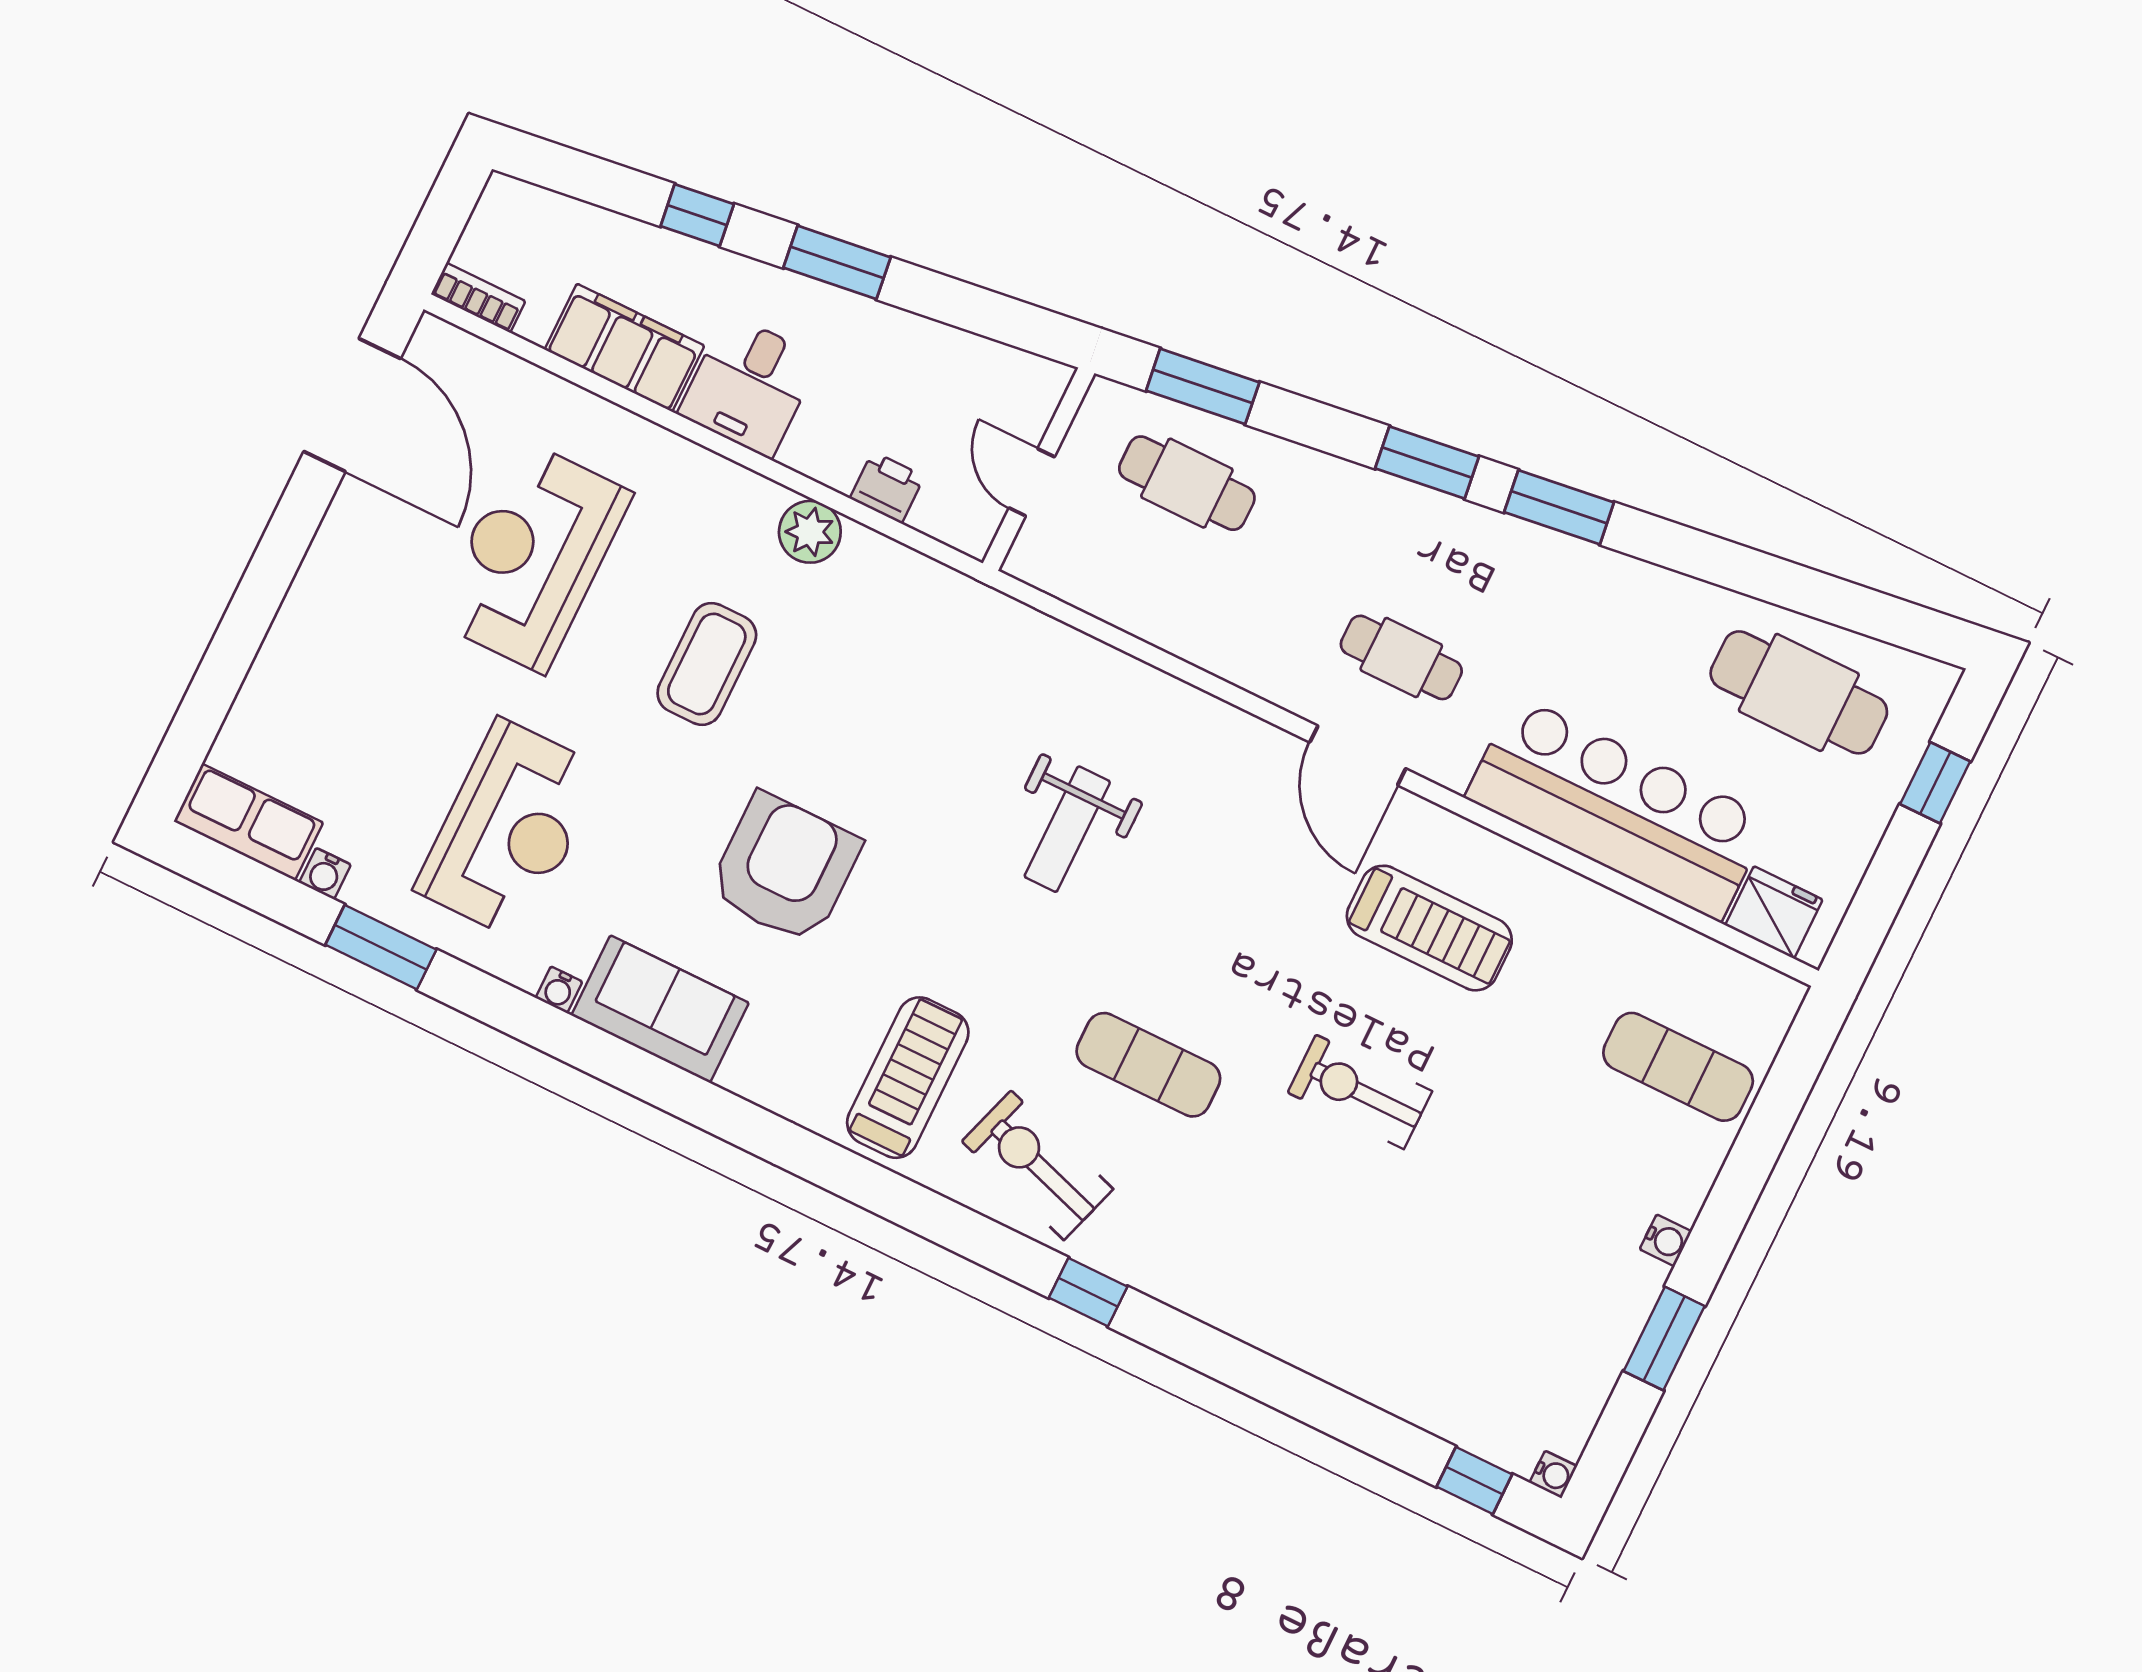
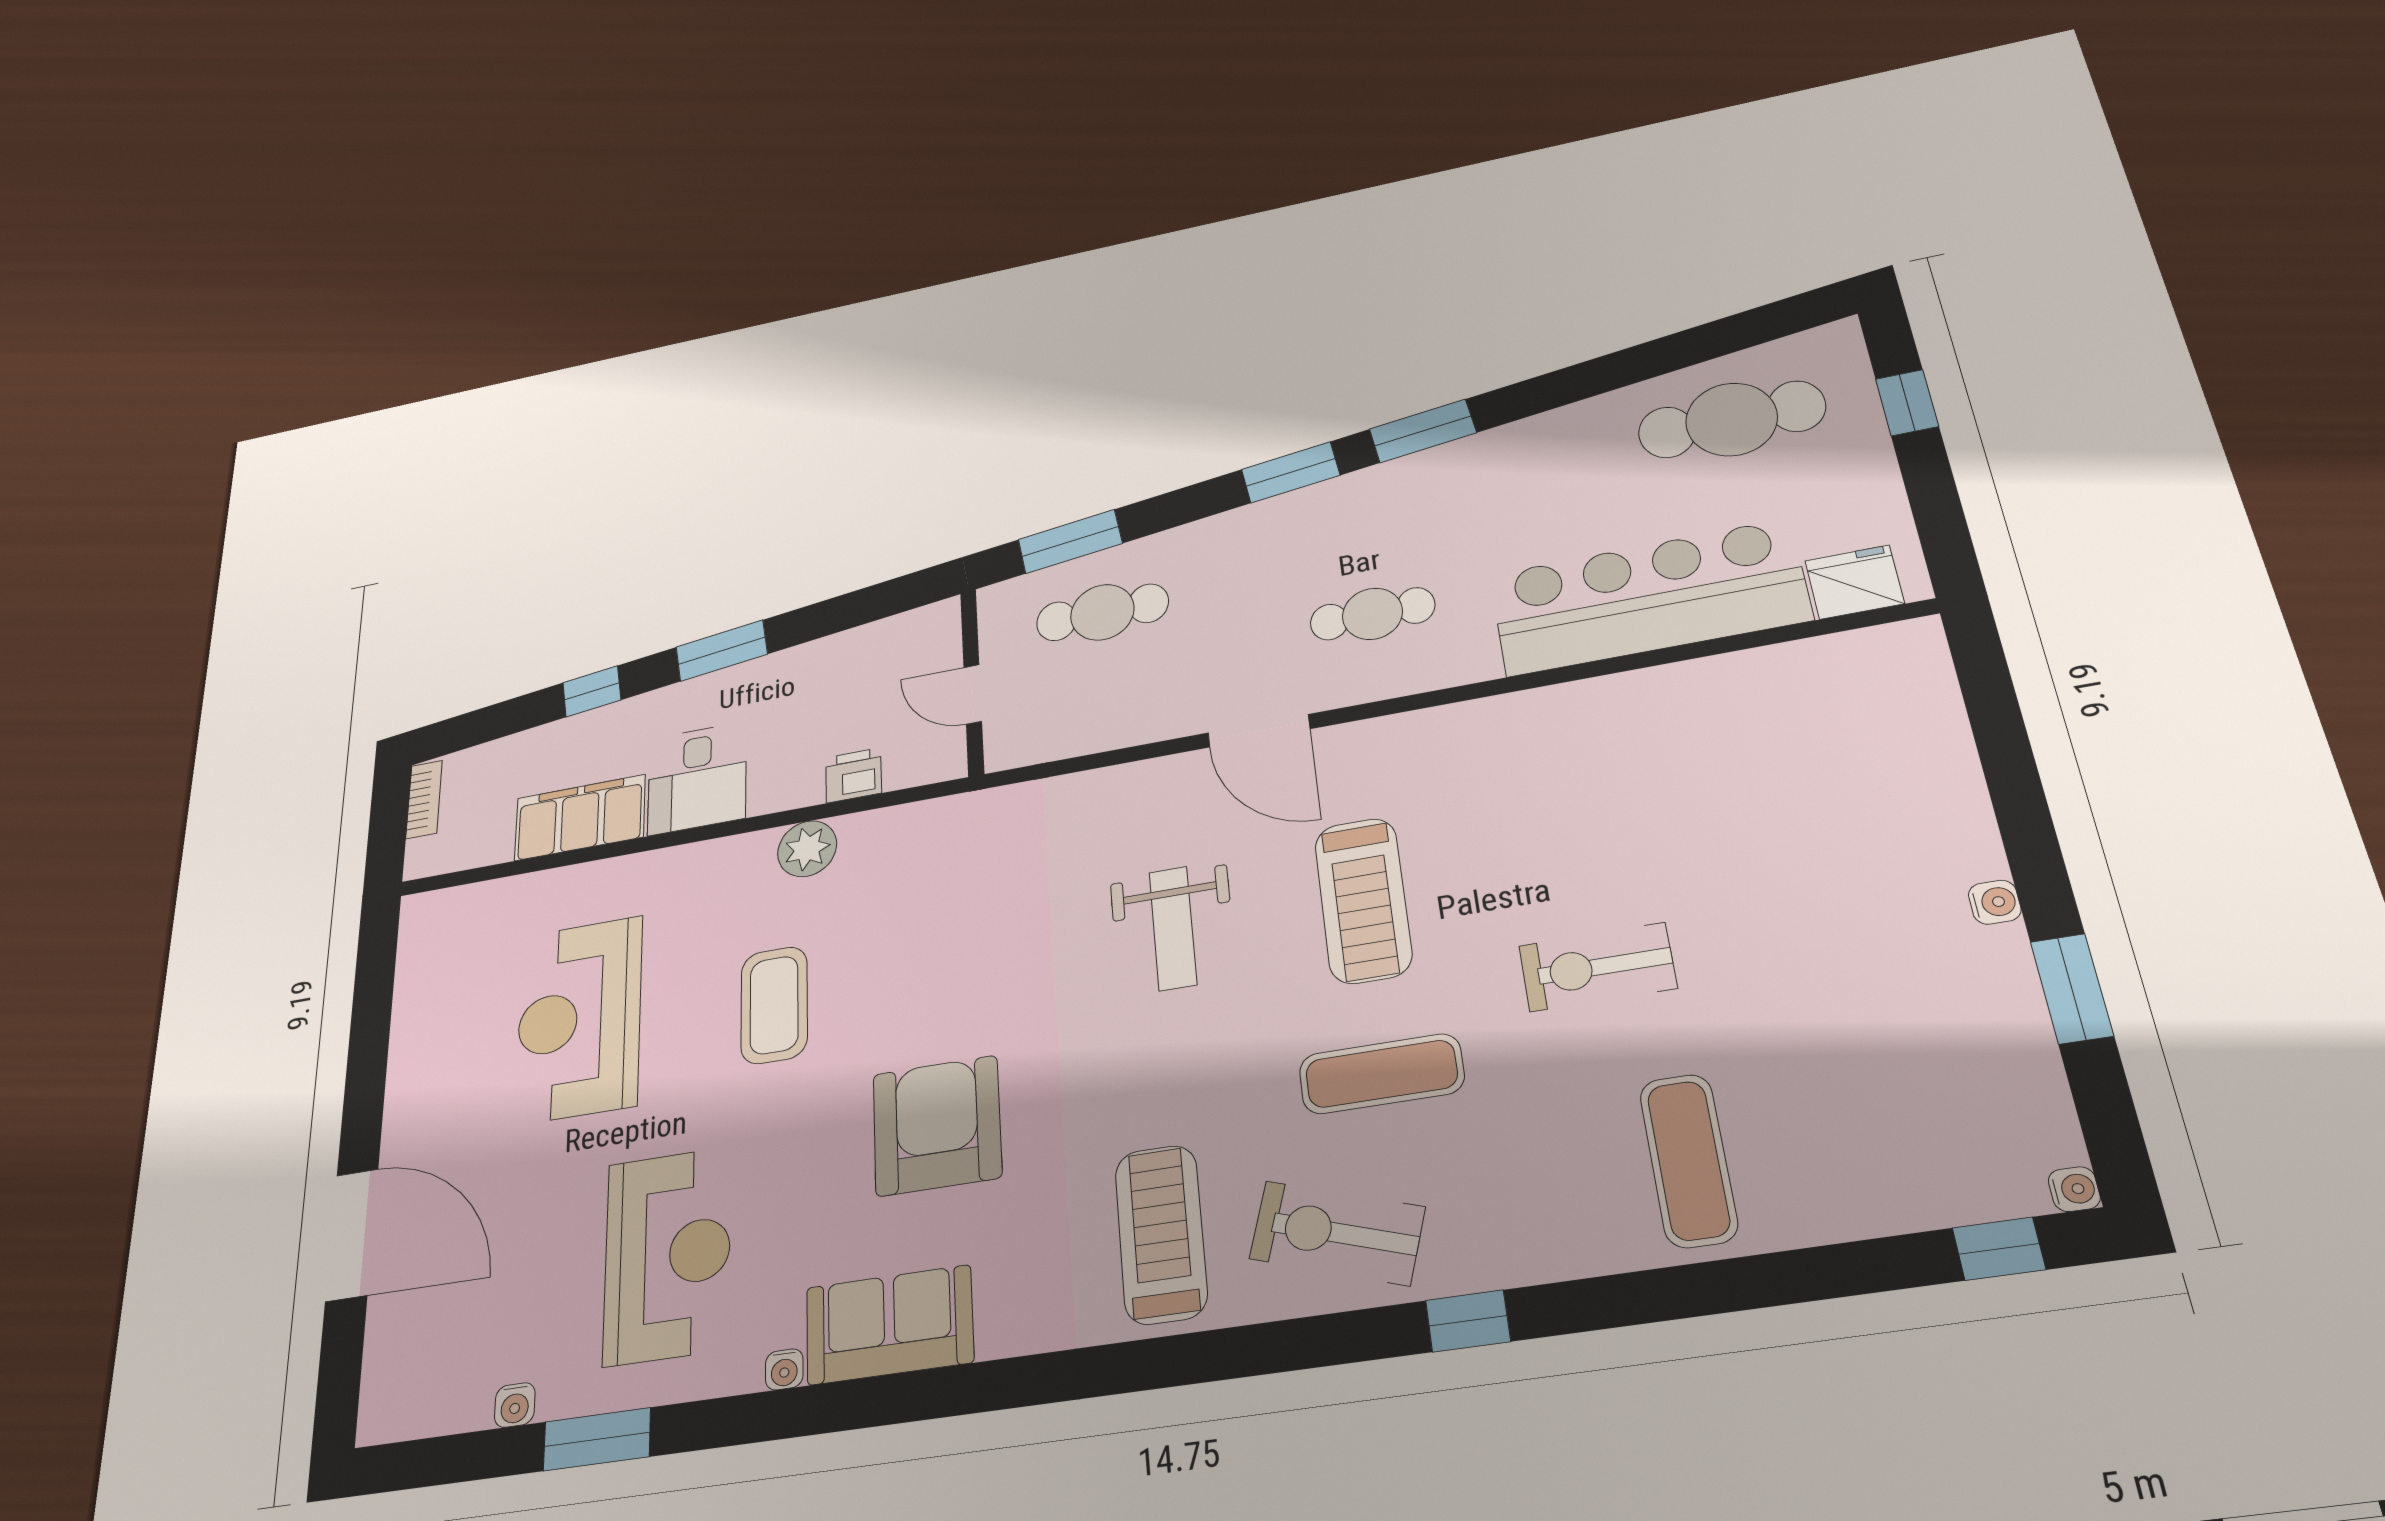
bookcase: (478, 298) -> (424, 799), moved, turned 90
door: (352, 405) -> (352, 1235), moved
door: (1358, 755) -> (1259, 731), moved
row of seats: (248, 822) -> (424, 1404), removed
treadmill: (1429, 928) -> (1363, 900), moved, turned 90
exercise mat: (1678, 1067) -> (1688, 1160), moved, turned 90

